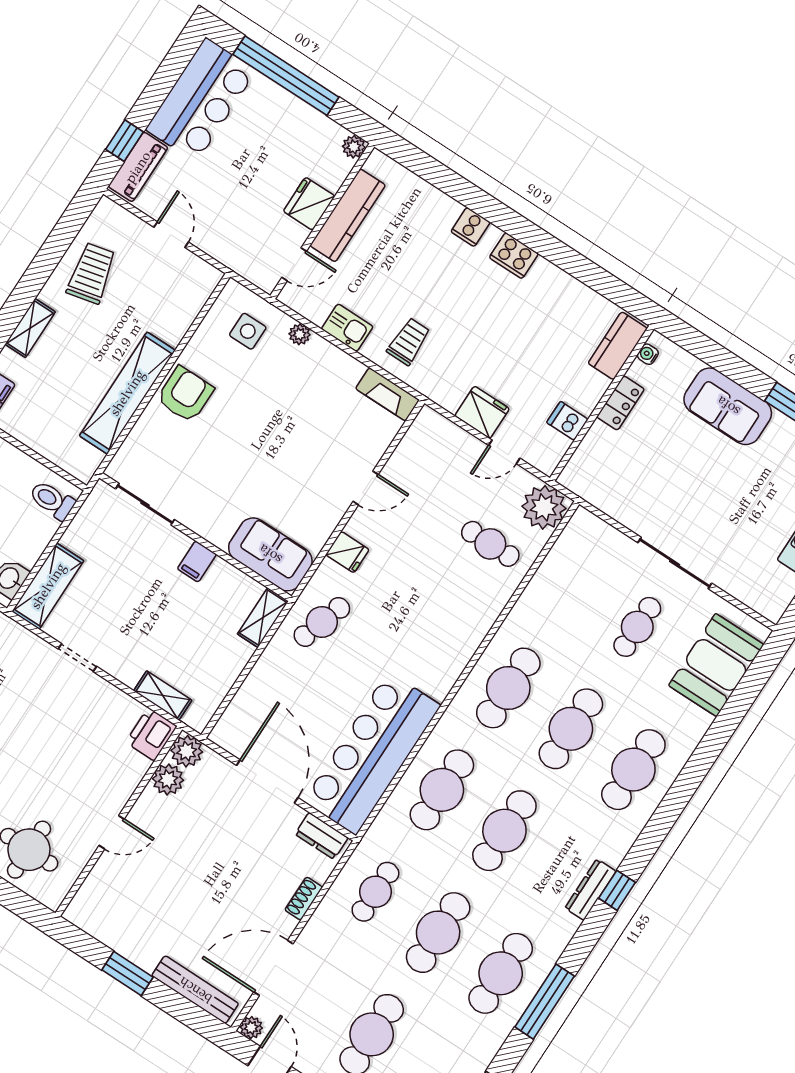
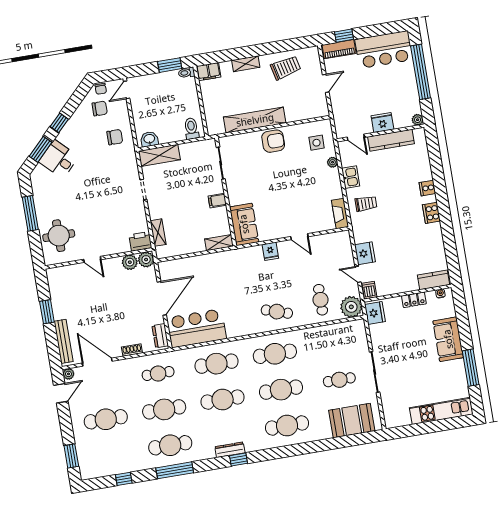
dishwasher: (567, 421) -> (369, 290), moved
fridge: (586, 480) -> (375, 313), added
cafe table: (322, 622) -> (277, 312), moved
bar counter: (372, 753) -> (197, 328), width x0.73

